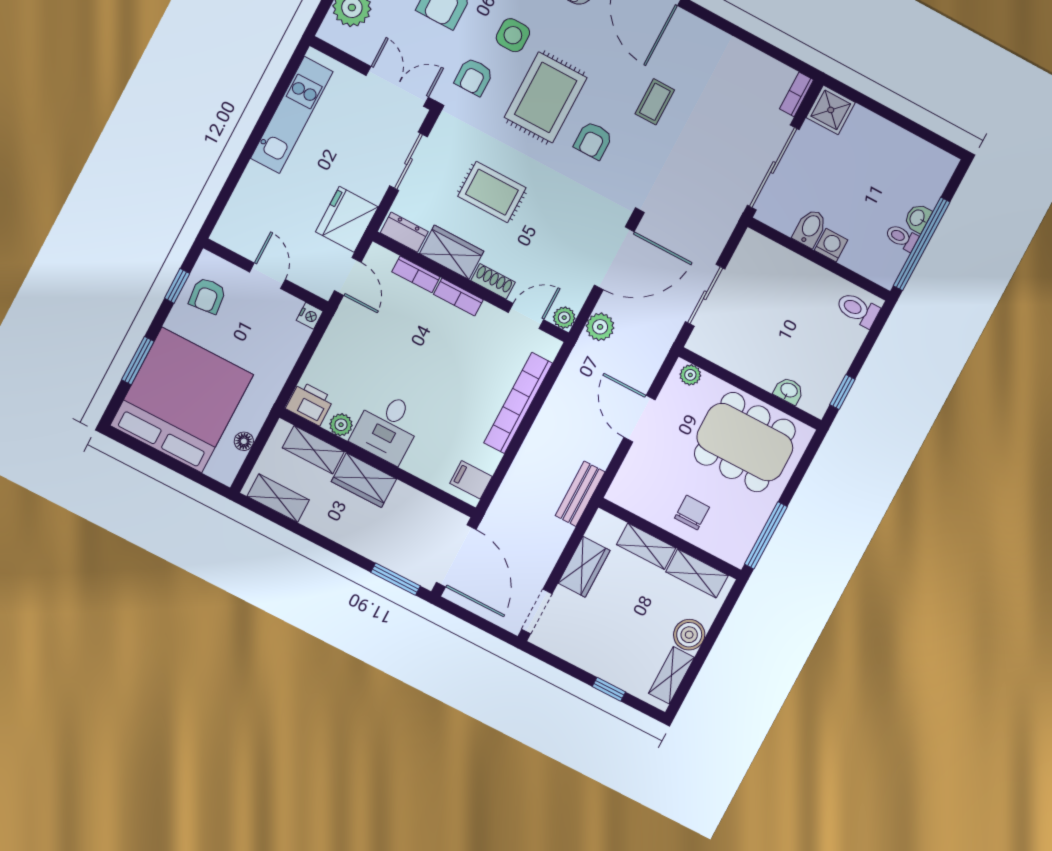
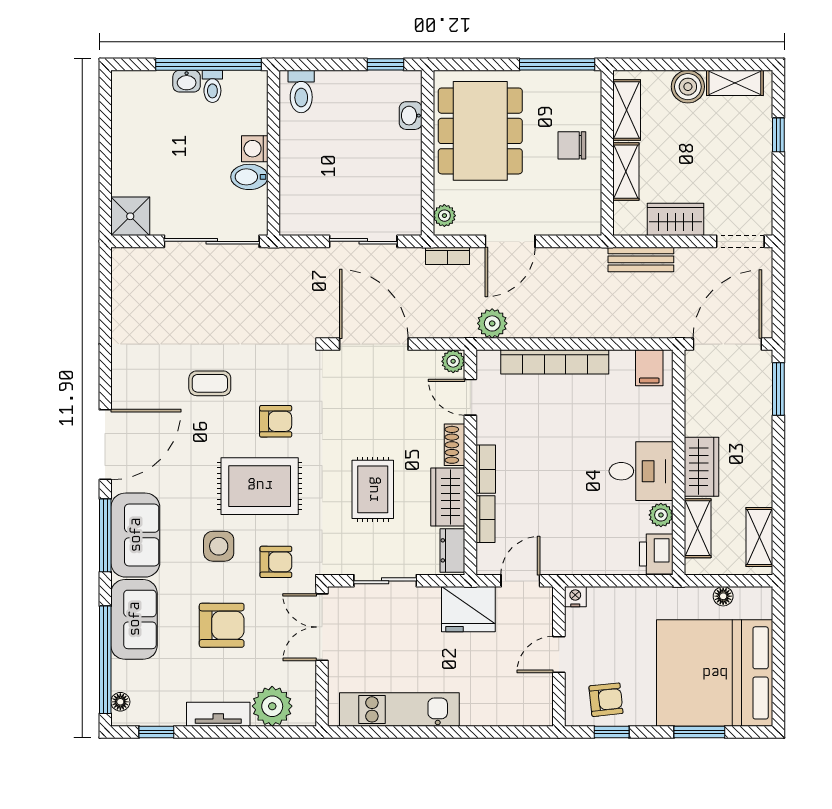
bookcase: (797, 94) -> (448, 256), moved
plant: (600, 327) -> (492, 323), moved
bench: (580, 494) -> (641, 259), moved

